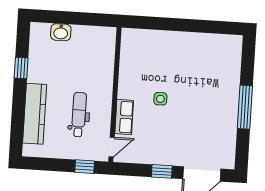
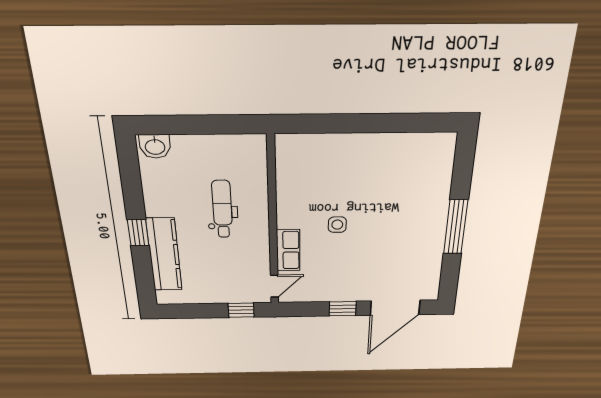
washbasin: (61, 32) -> (155, 146), moved
window: (21, 68) -> (138, 233), moved
dental chair: (79, 115) -> (222, 209), moved

